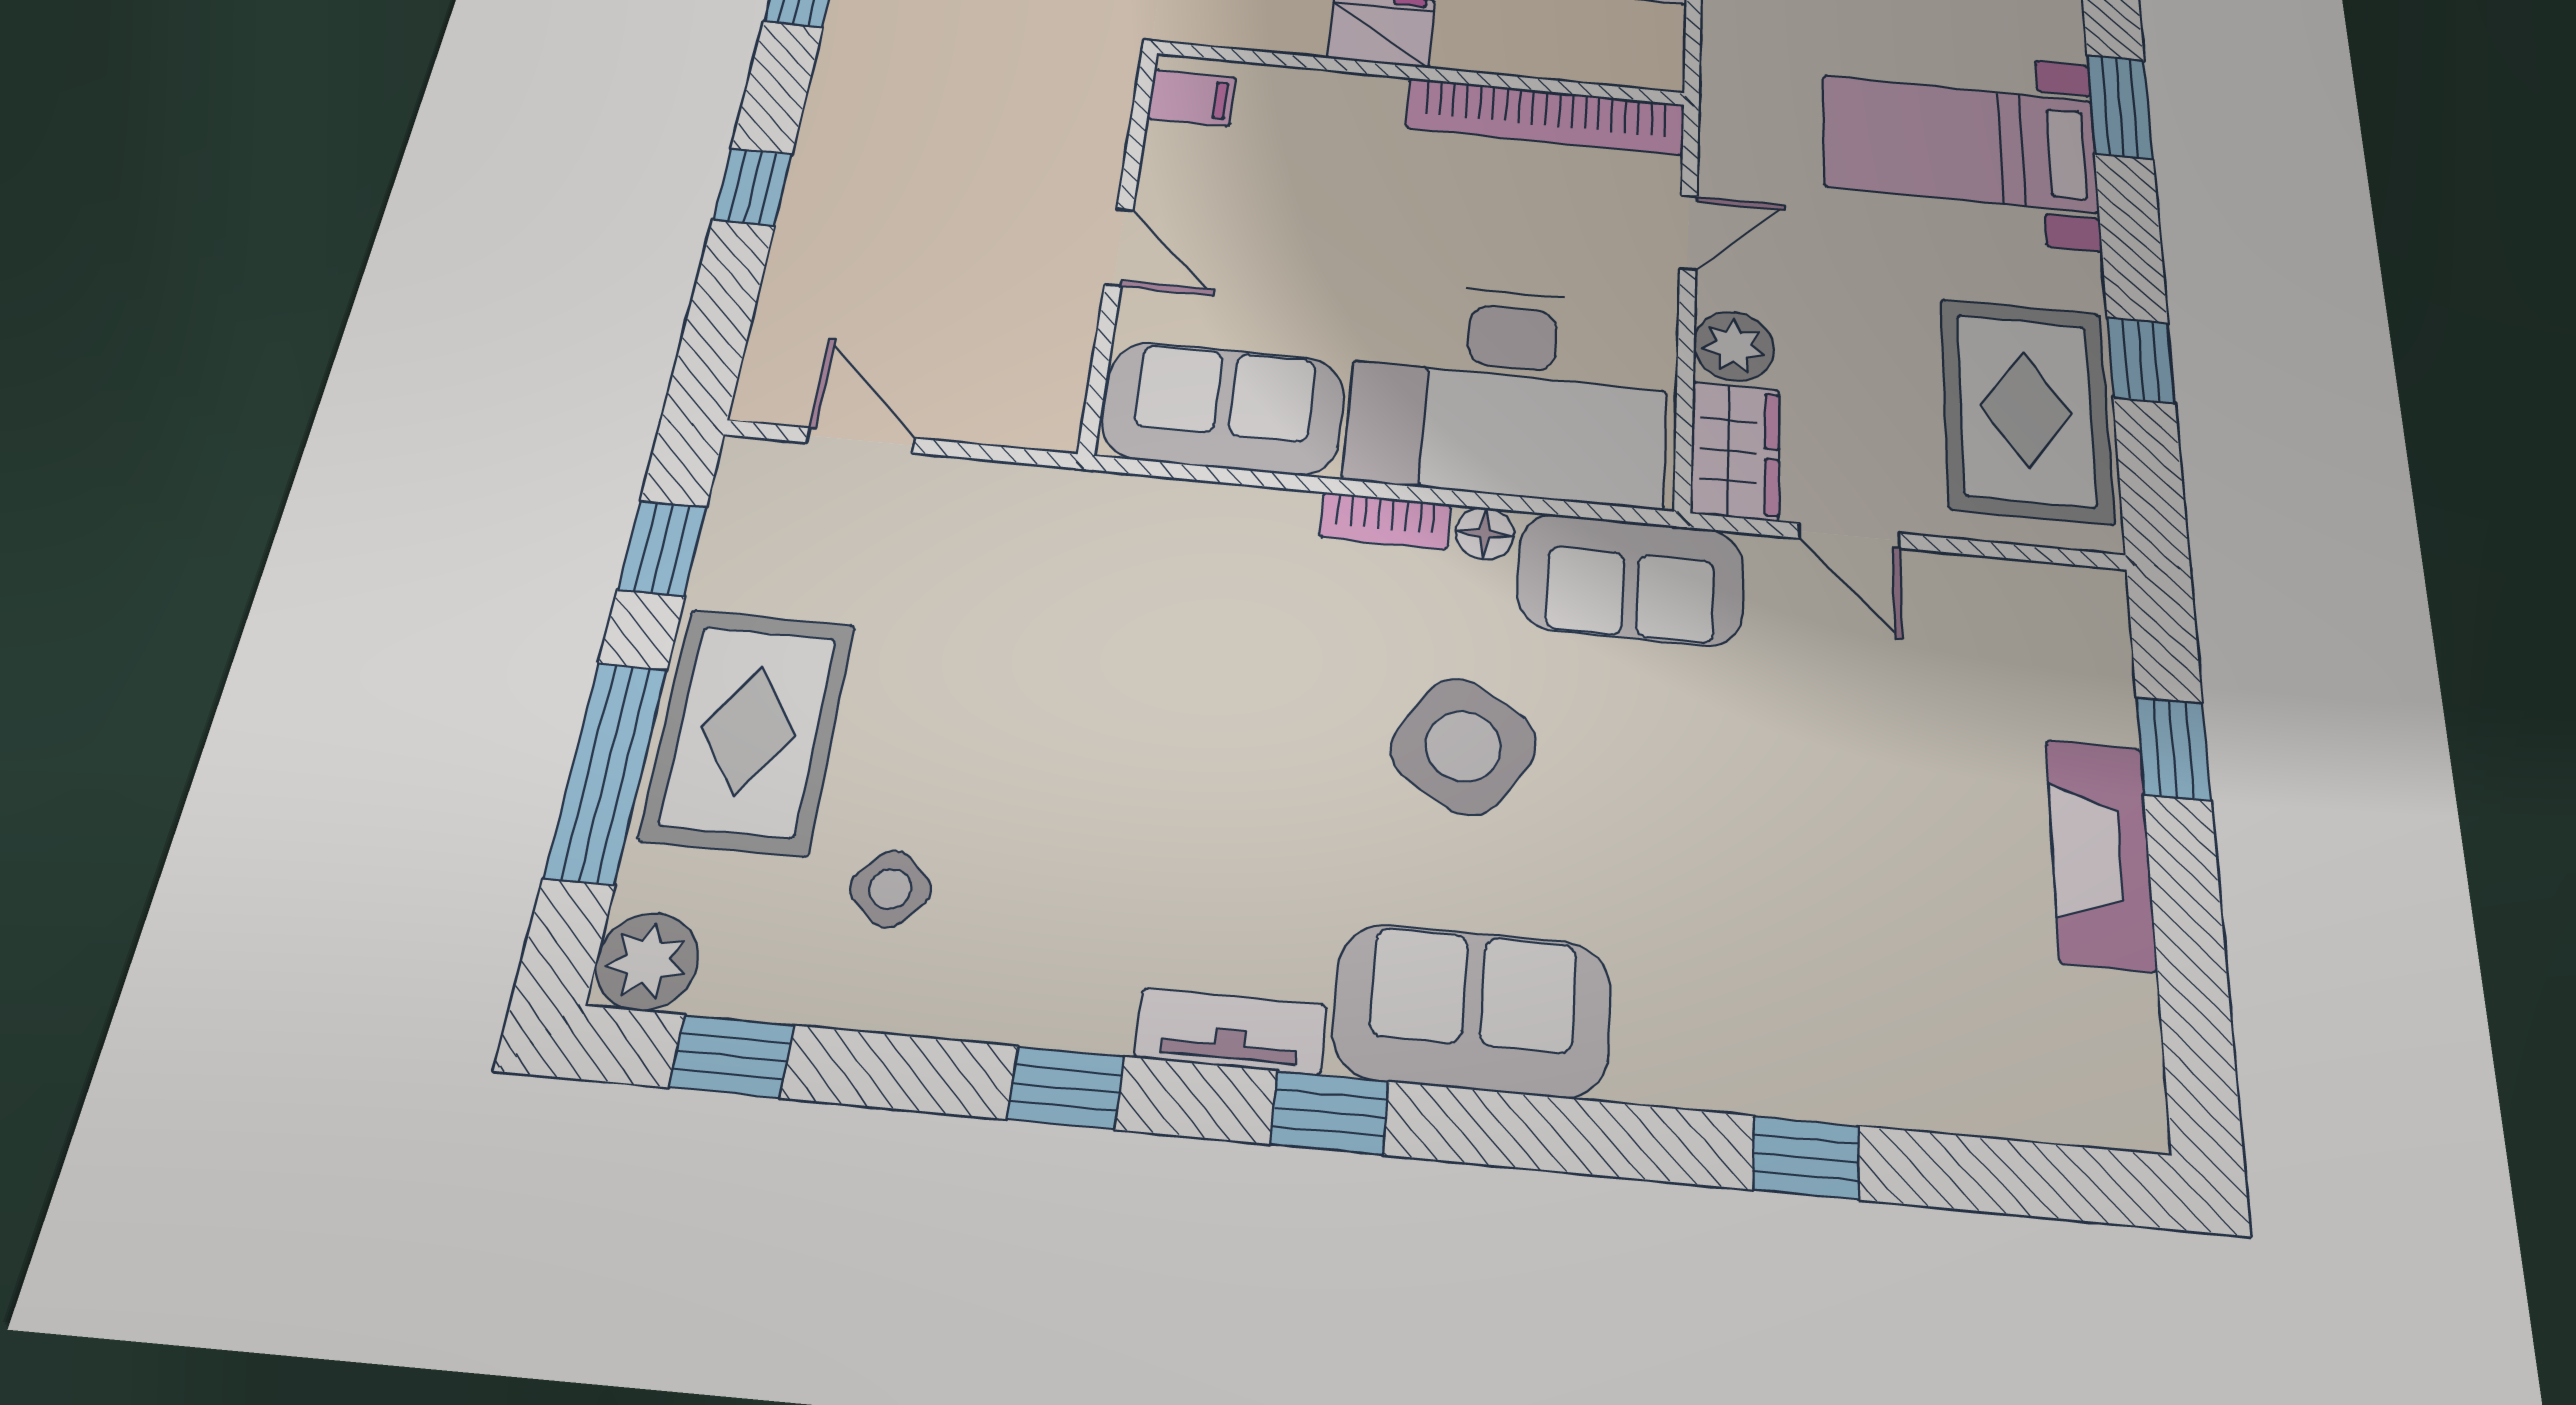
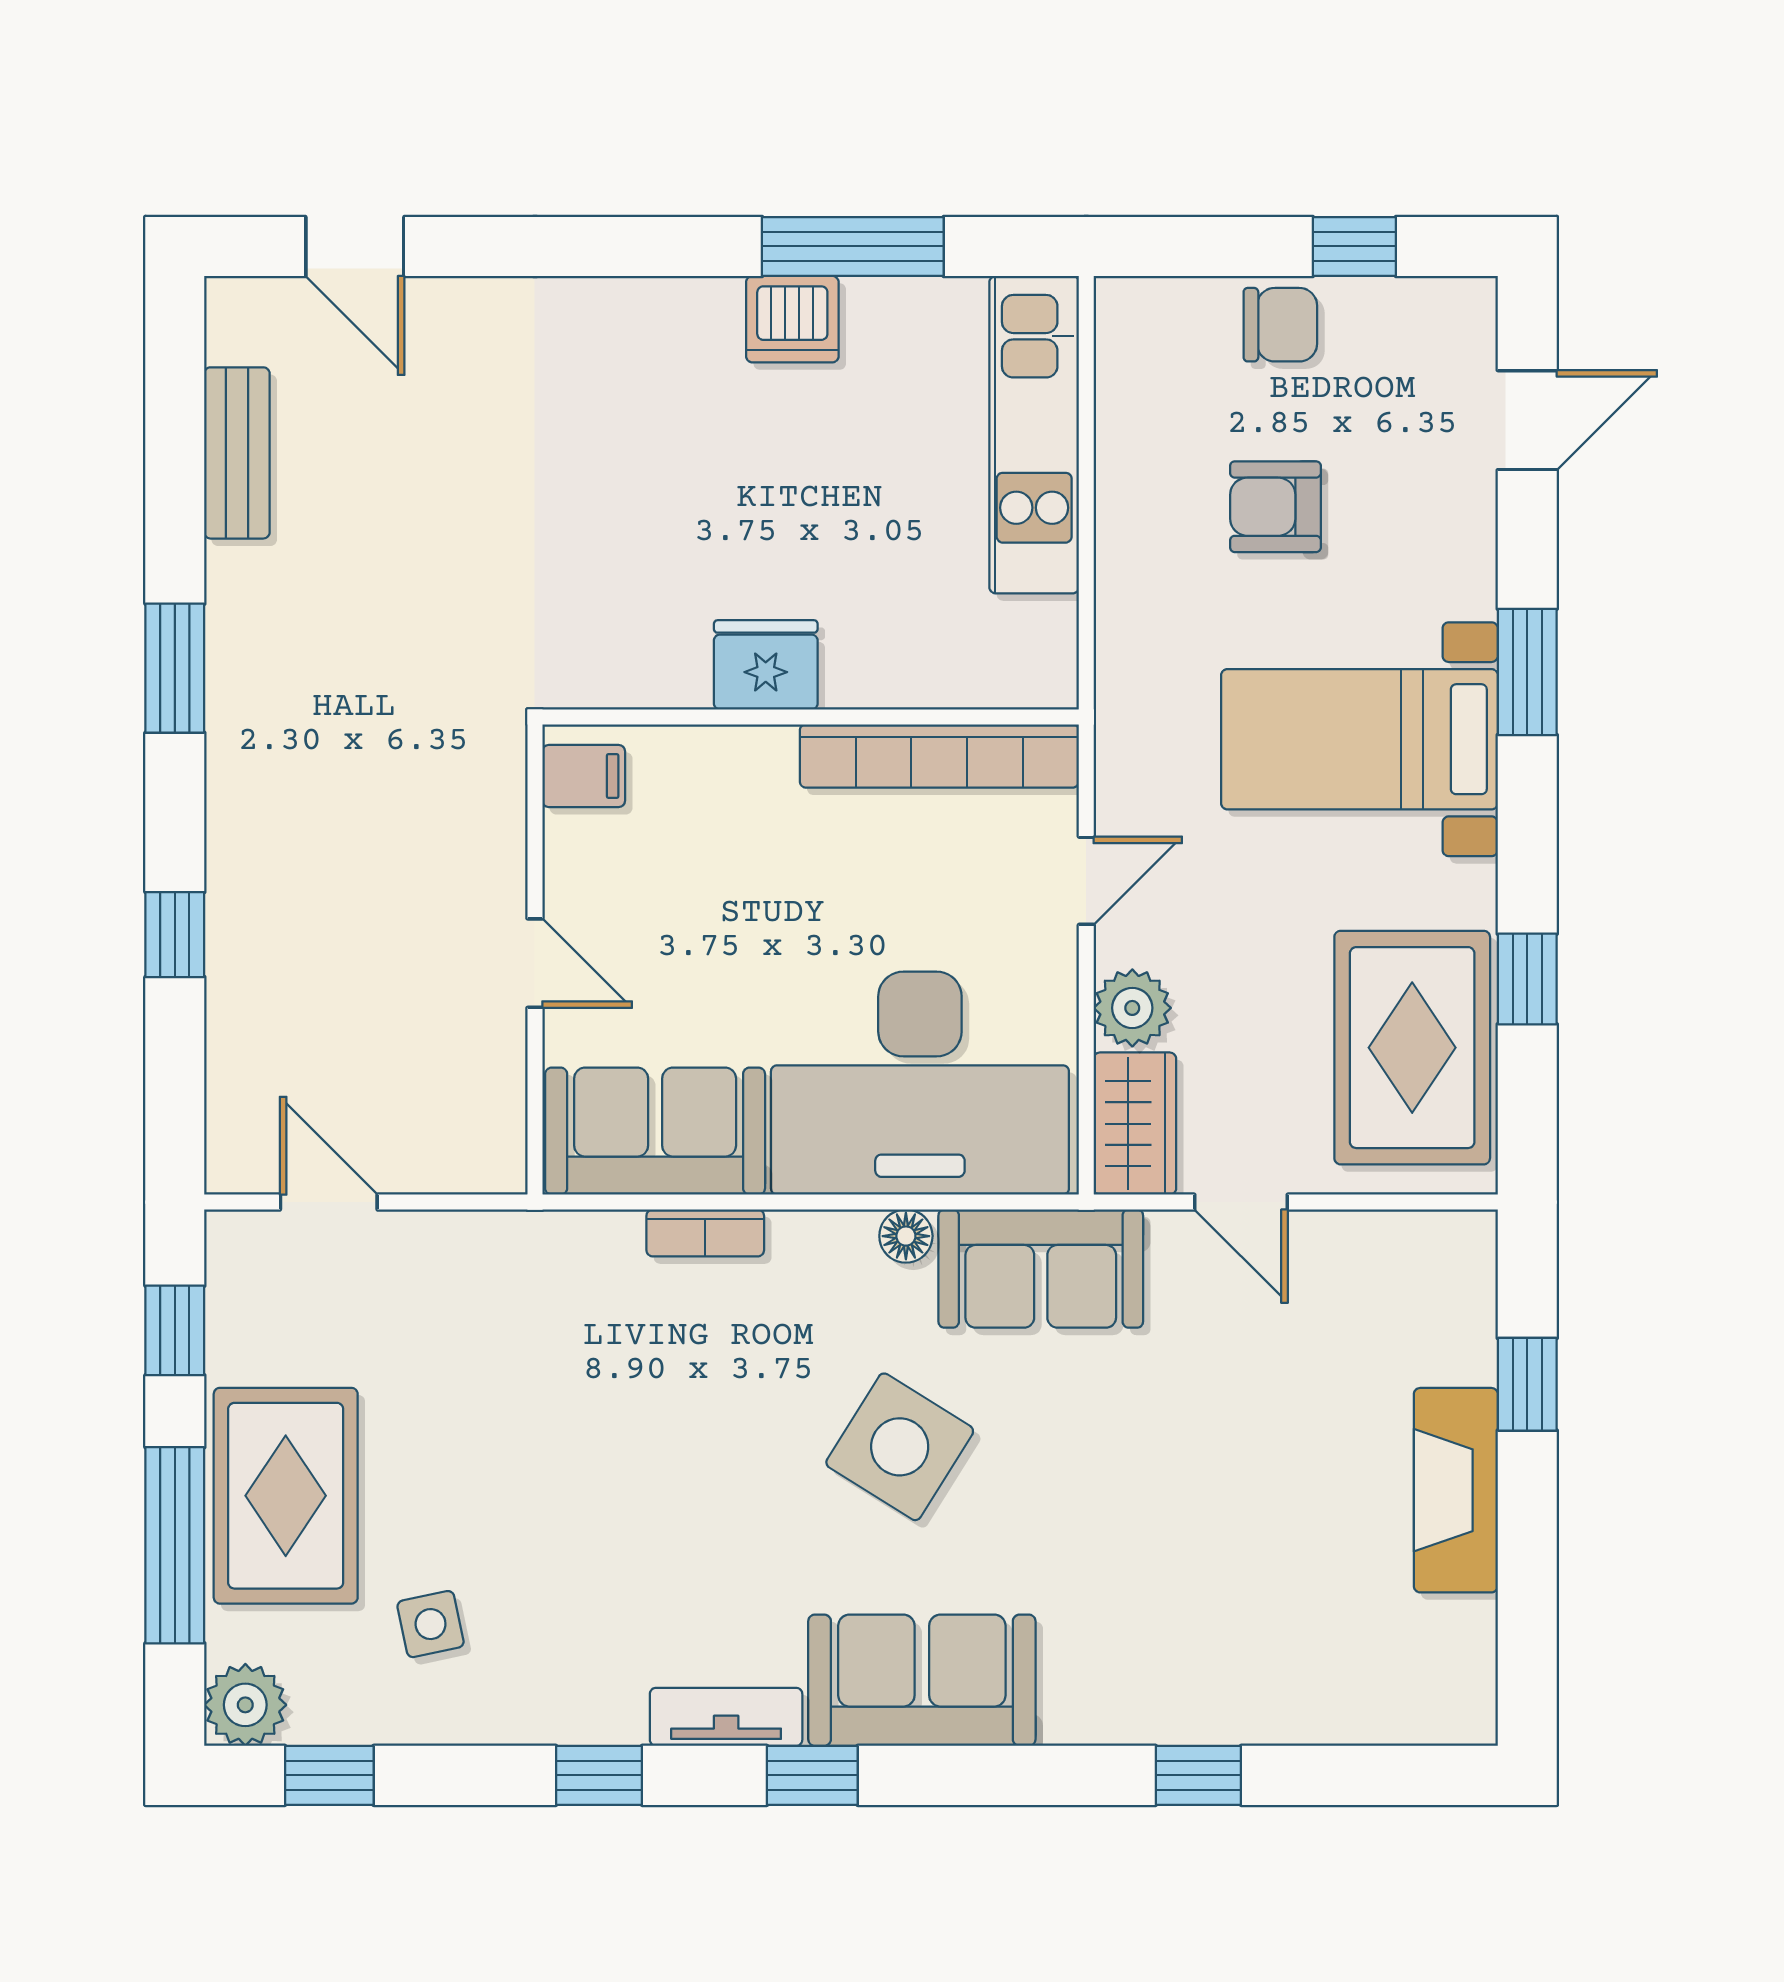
bookcase: (1385, 521) -> (705, 1233), moved
side table: (890, 889) -> (431, 1624), turned 35

